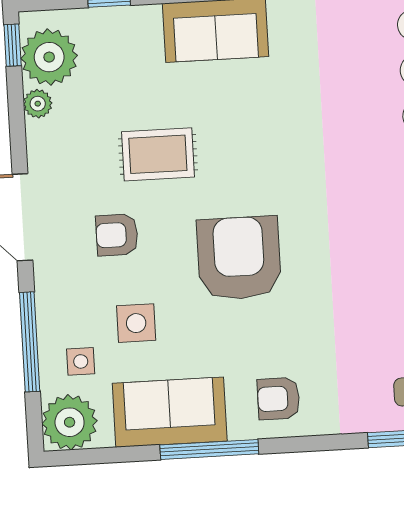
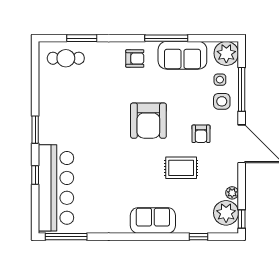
armchair: (117, 235) -> (201, 134), turned 90
side table: (136, 323) -> (222, 101), moved

